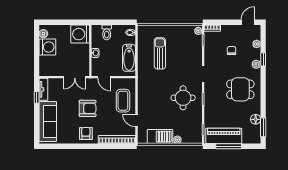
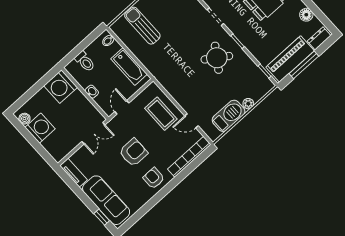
sun lounger: (160, 53) -> (142, 26), moved
door: (104, 77) -> (122, 107), swing flipped
window: (37, 97) -> (102, 217), moved
round table: (183, 98) -> (217, 58), turned 34
window: (263, 127) -> (321, 16), removed
dresser: (251, 139) -> (319, 38), added

